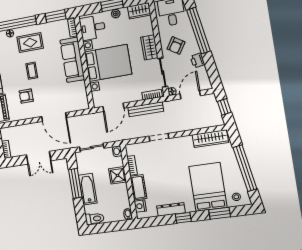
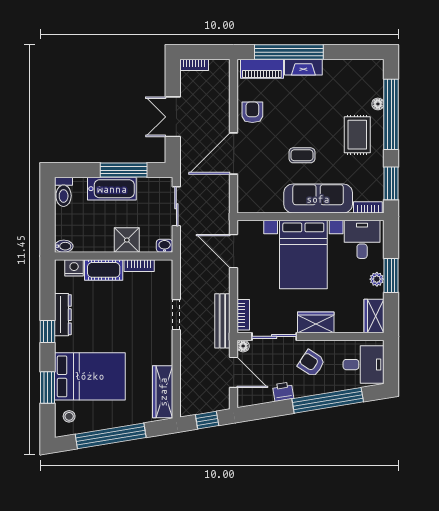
coffee table: (32, 71) -> (302, 155), moved
armchair: (26, 96) -> (252, 112), moved
bench: (146, 109) -> (222, 321), moved

